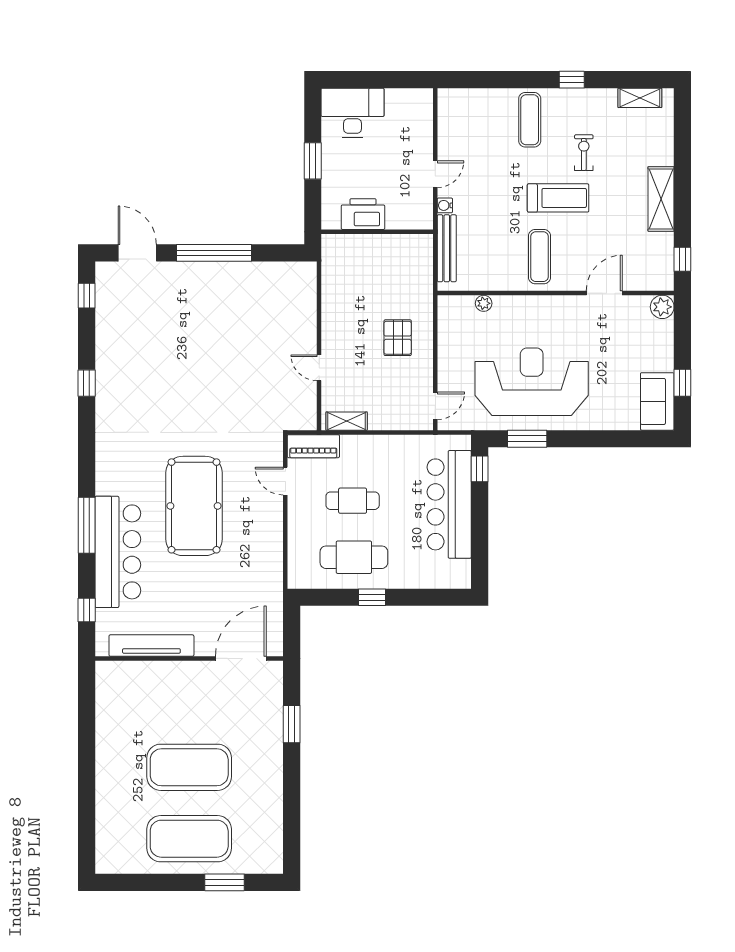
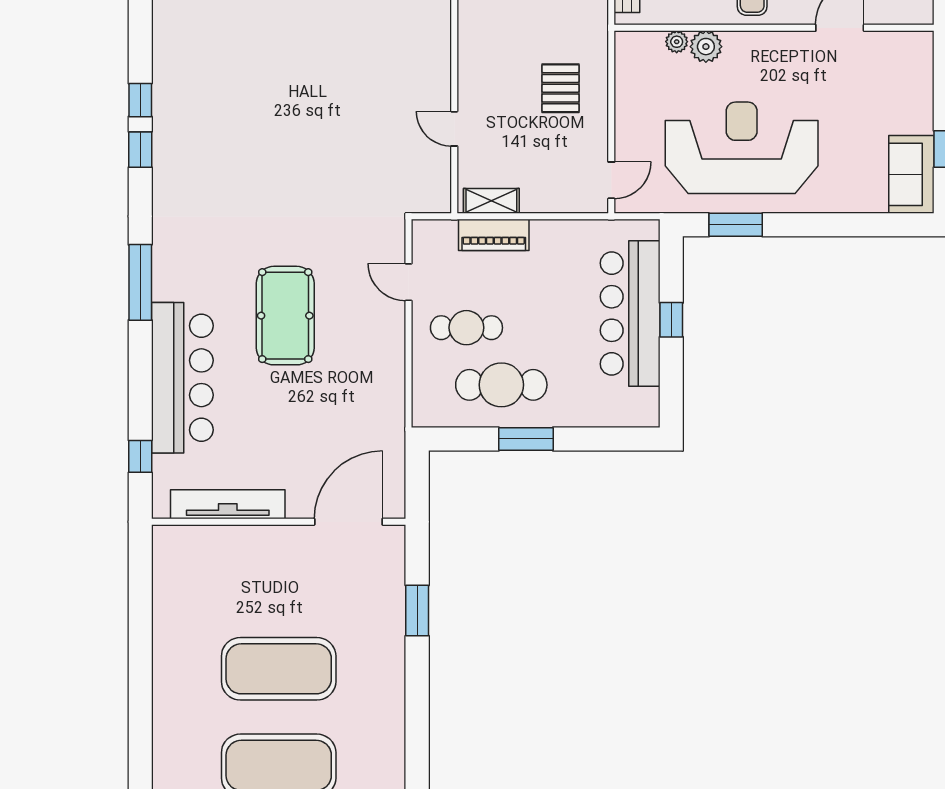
window: (87, 296) -> (140, 100), moved
plant: (662, 307) -> (706, 47), moved
piano: (313, 446) -> (494, 235), moved
window: (480, 469) -> (671, 320), moved
cafe table: (353, 501) -> (466, 328), moved
pool table: (194, 506) -> (285, 316), width x0.73, depth x0.76
window: (87, 525) -> (140, 282), moved
window: (372, 597) -> (526, 439), width x1.50

